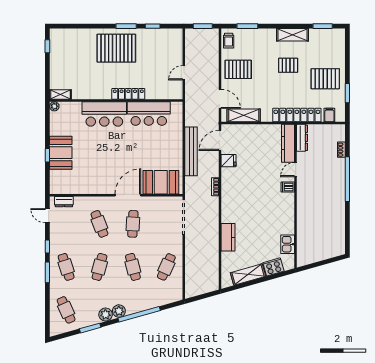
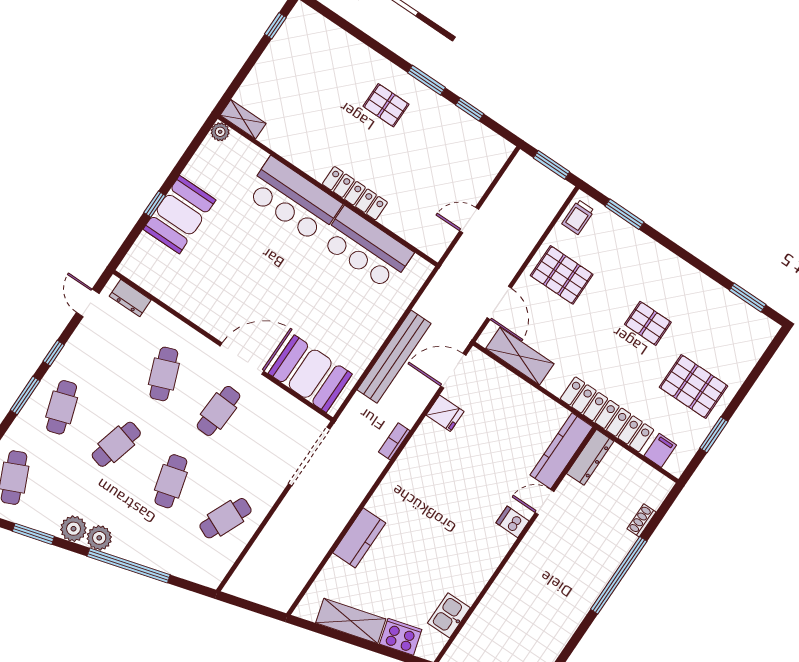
shelving: (293, 35) -> (689, 278), removed
pallet: (116, 48) -> (386, 105), width x0.49, depth x0.50

